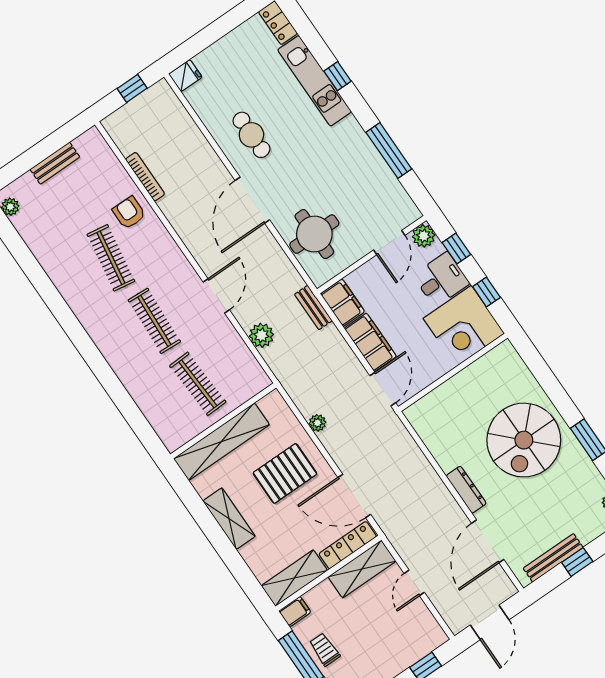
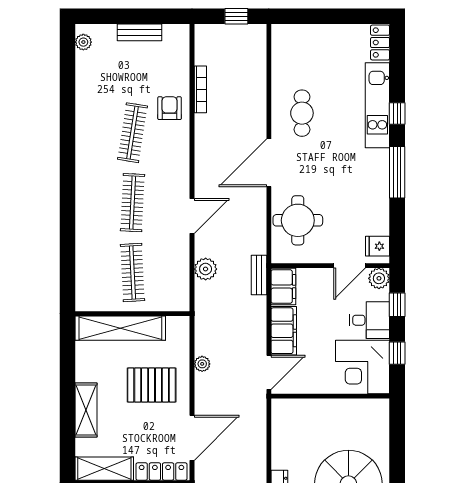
fridge: (185, 76) -> (377, 246), moved, turned 180
window: (389, 151) -> (397, 172), moved
door: (354, 496) -> (192, 438), swing flipped
shelving: (229, 519) -> (86, 410), moved

